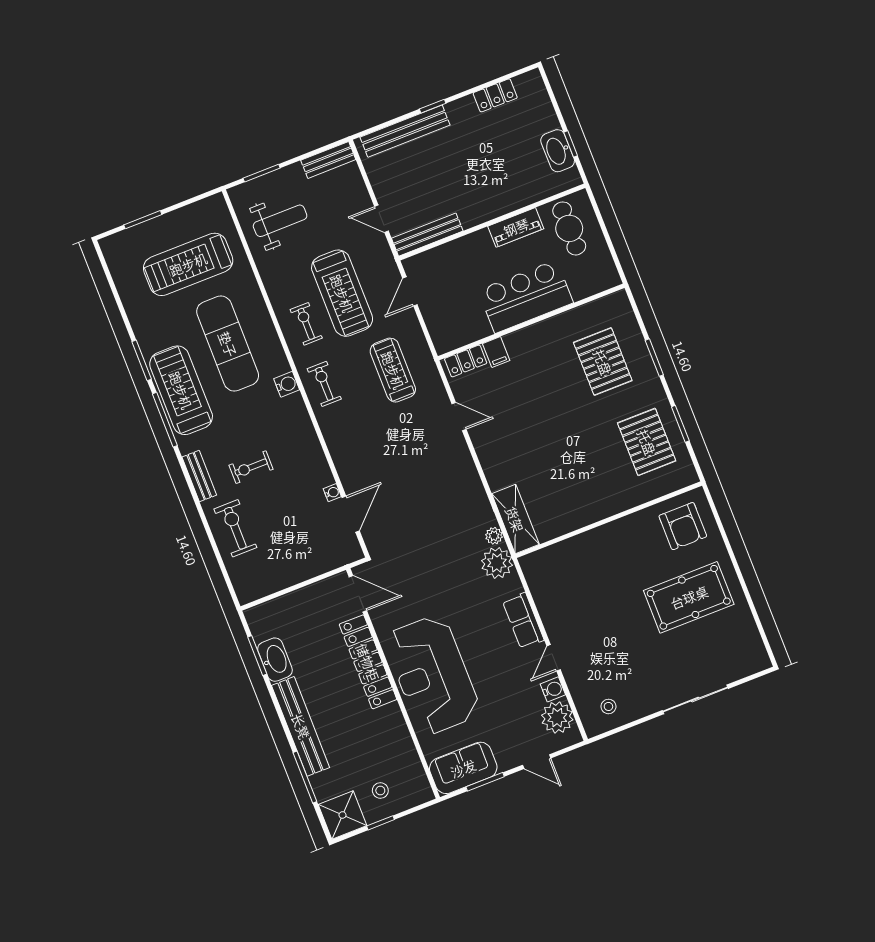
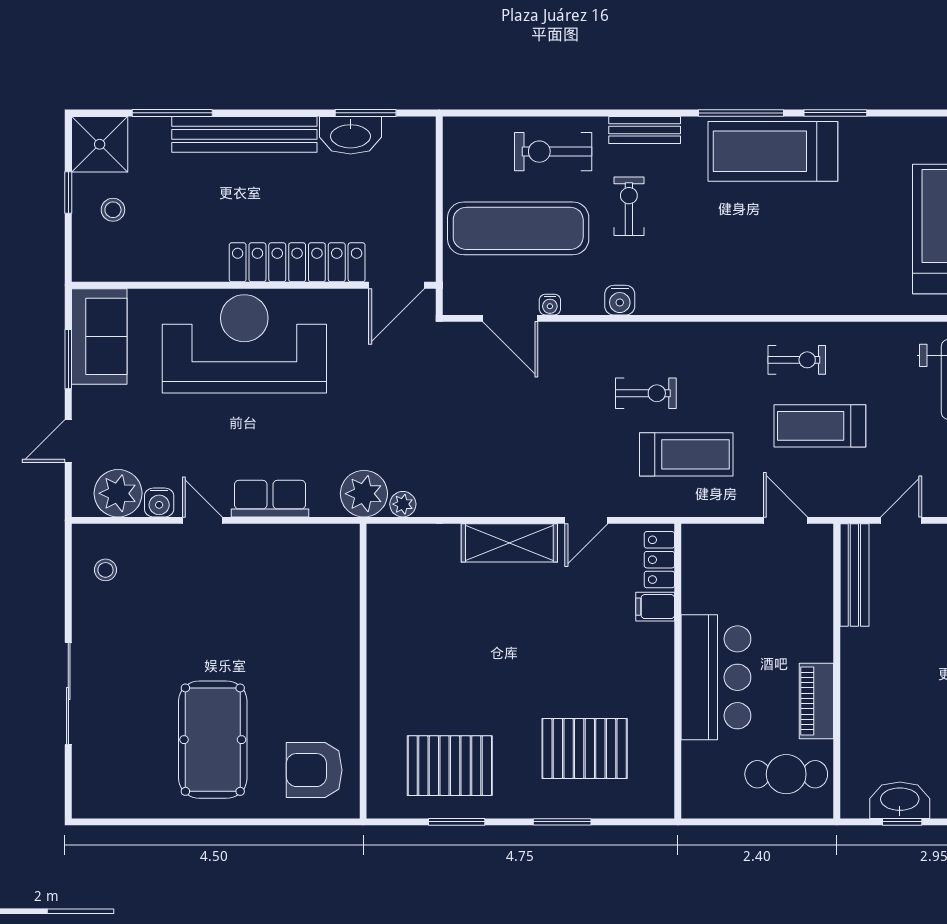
treadmill: (342, 293) -> (820, 426), width x0.73, depth x0.73
exercise mat: (228, 344) -> (518, 228), moved
water cooler: (287, 384) -> (620, 300), moved
exercise bike: (324, 384) -> (646, 393), moved
treadmill: (181, 390) -> (773, 151), turned 180
shelving: (515, 519) -> (509, 543), moved
exercise bike: (235, 528) -> (553, 152), turned 180

